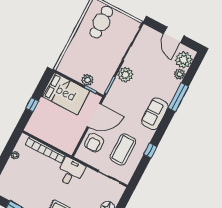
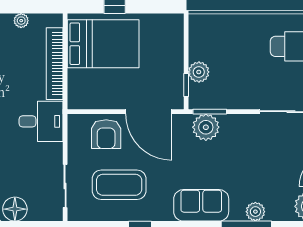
plant: (180, 74) -> (255, 212), moved
plant: (125, 75) -> (206, 127), moved
bed: (66, 93) -> (103, 44), moved, turned -90
armchair: (94, 143) -> (106, 134), turned -90

